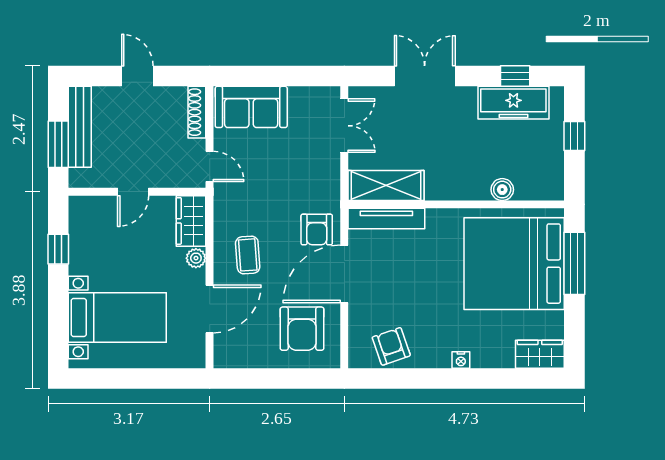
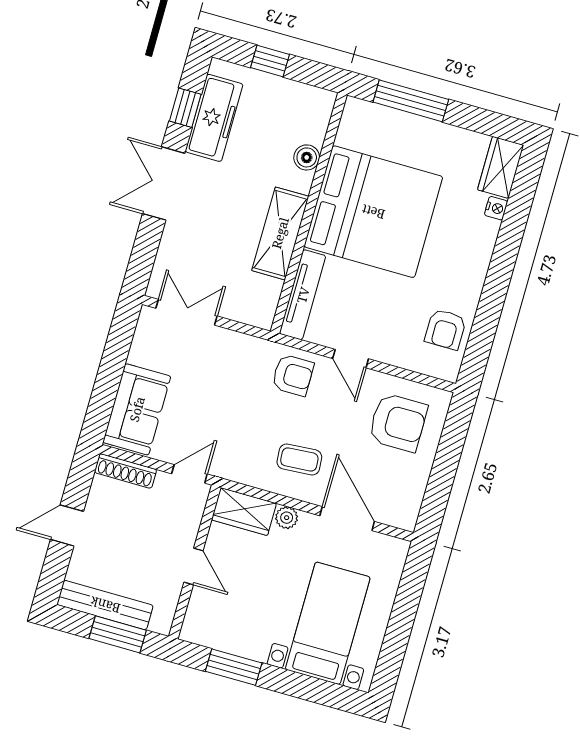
double door: (425, 76) -> (164, 183), moved
shelving: (386, 185) -> (280, 233), moved
window: (58, 249) -> (234, 667), width x1.50
bed: (514, 264) -> (373, 212), moved, turned -90
door: (344, 274) -> (351, 359), width x0.53
armchair: (391, 346) -> (445, 329), turned -71
nightstand: (461, 360) -> (496, 208), moved

